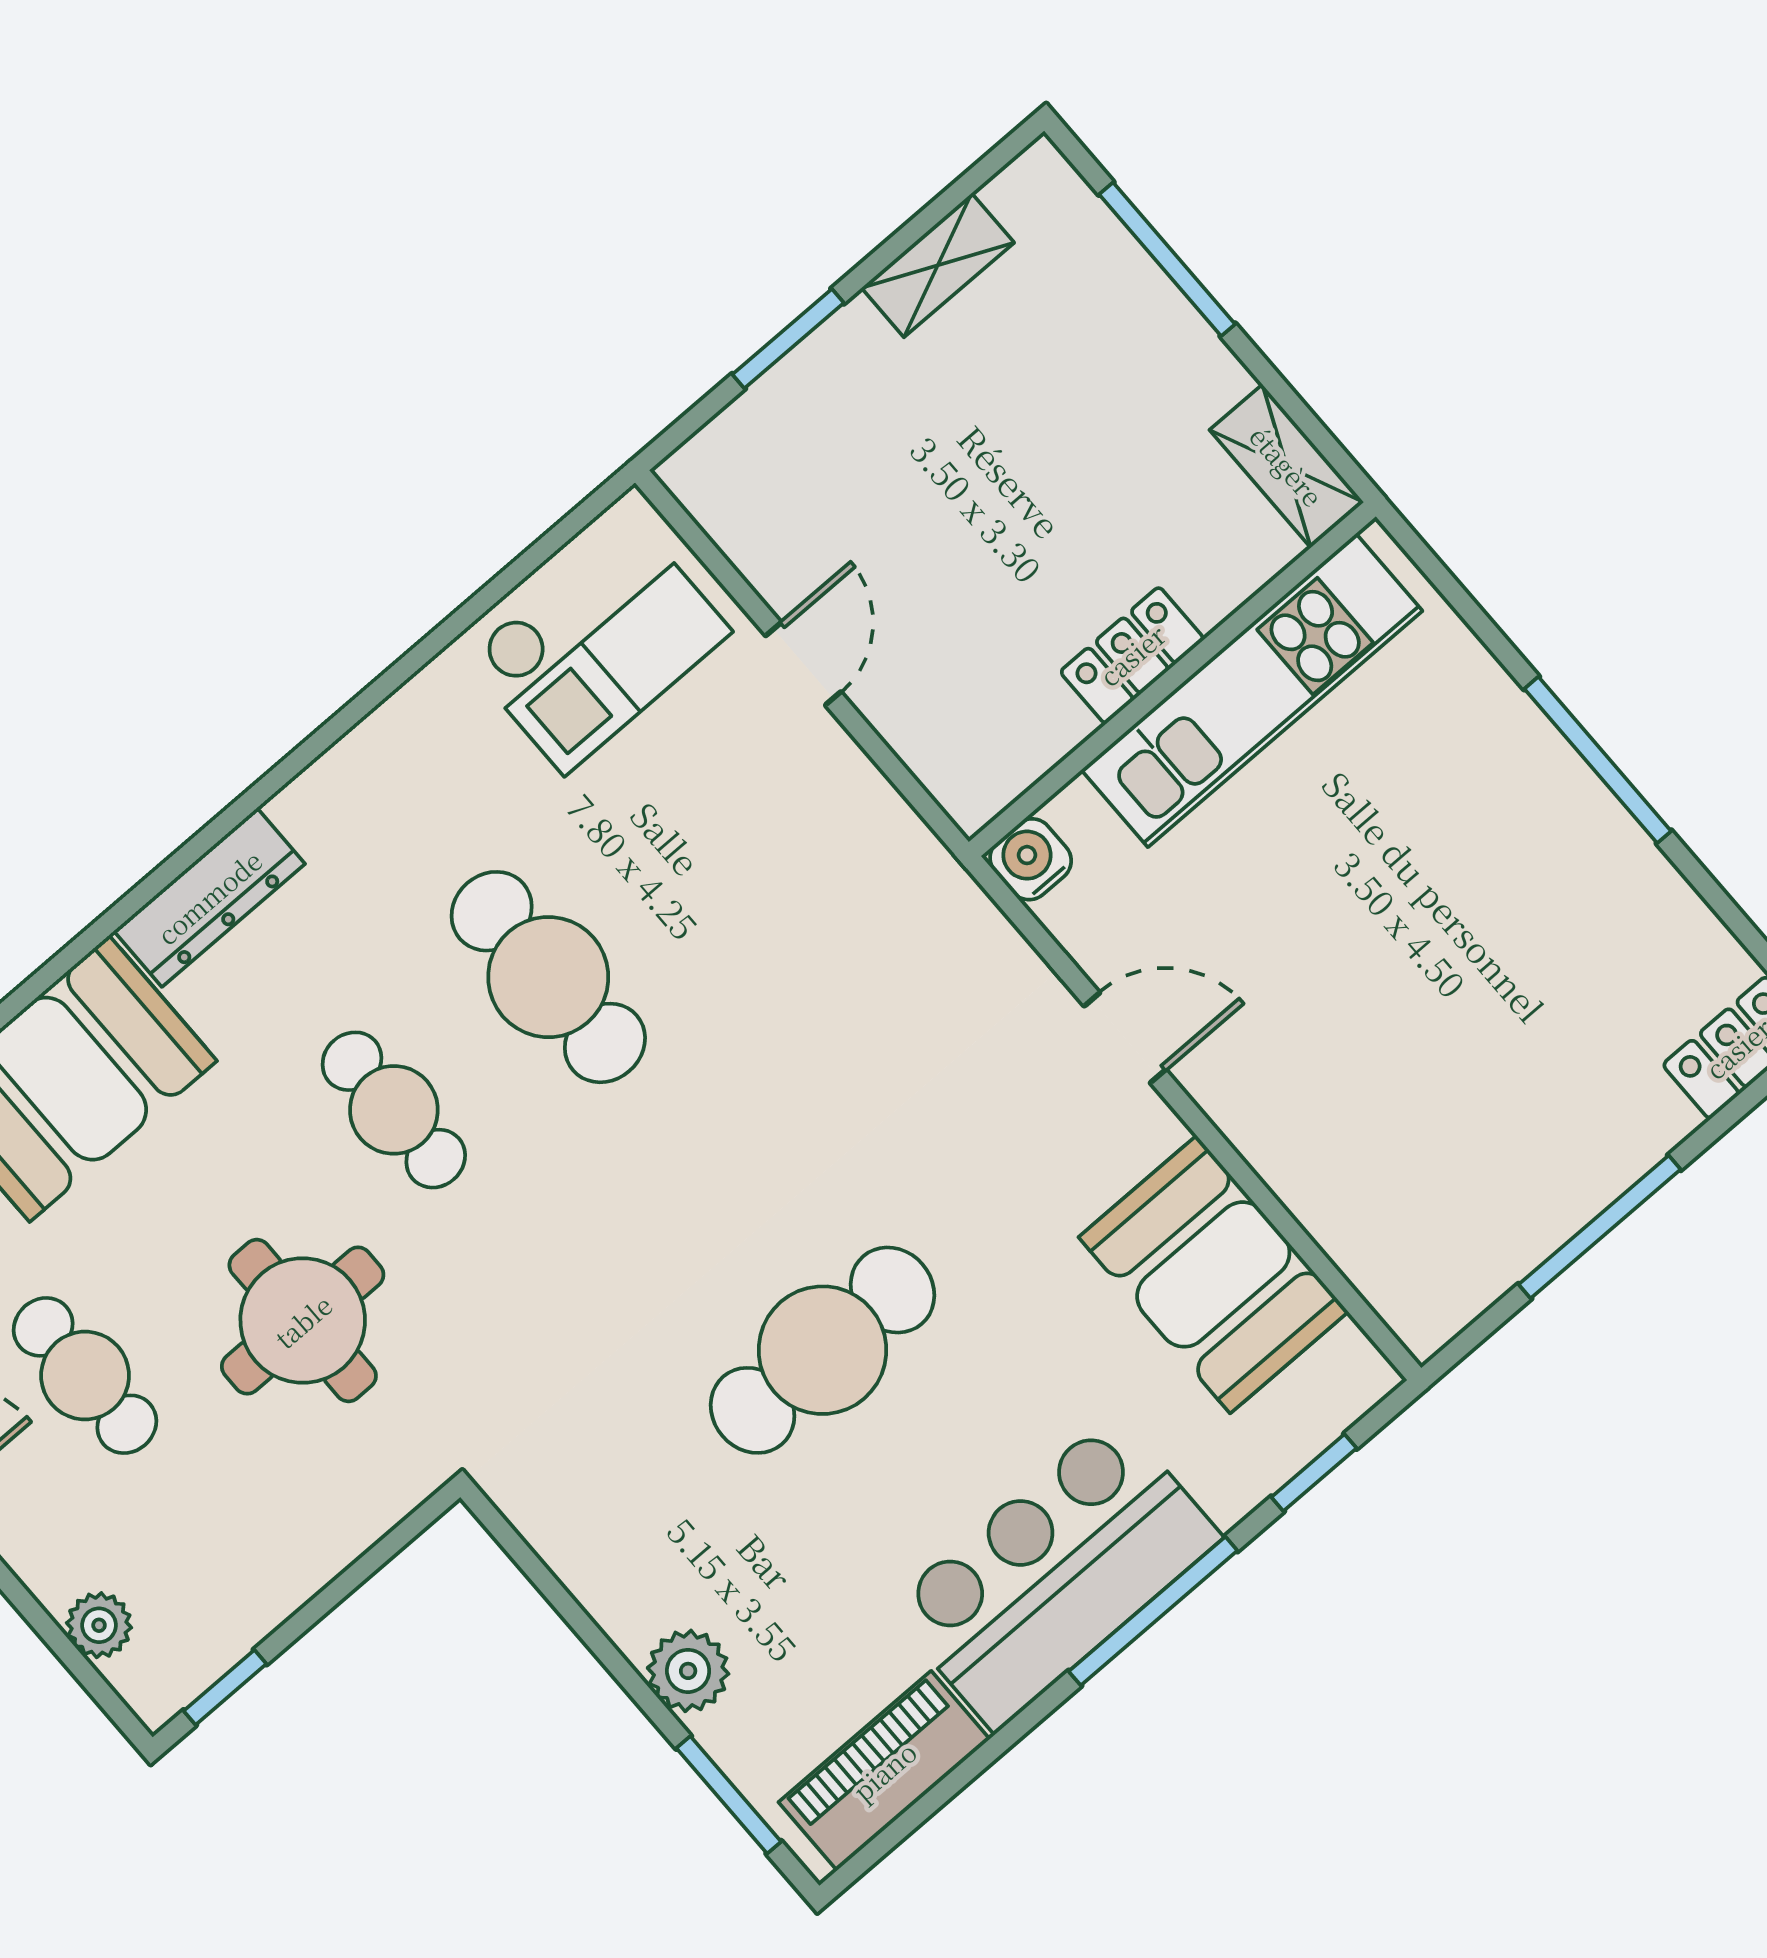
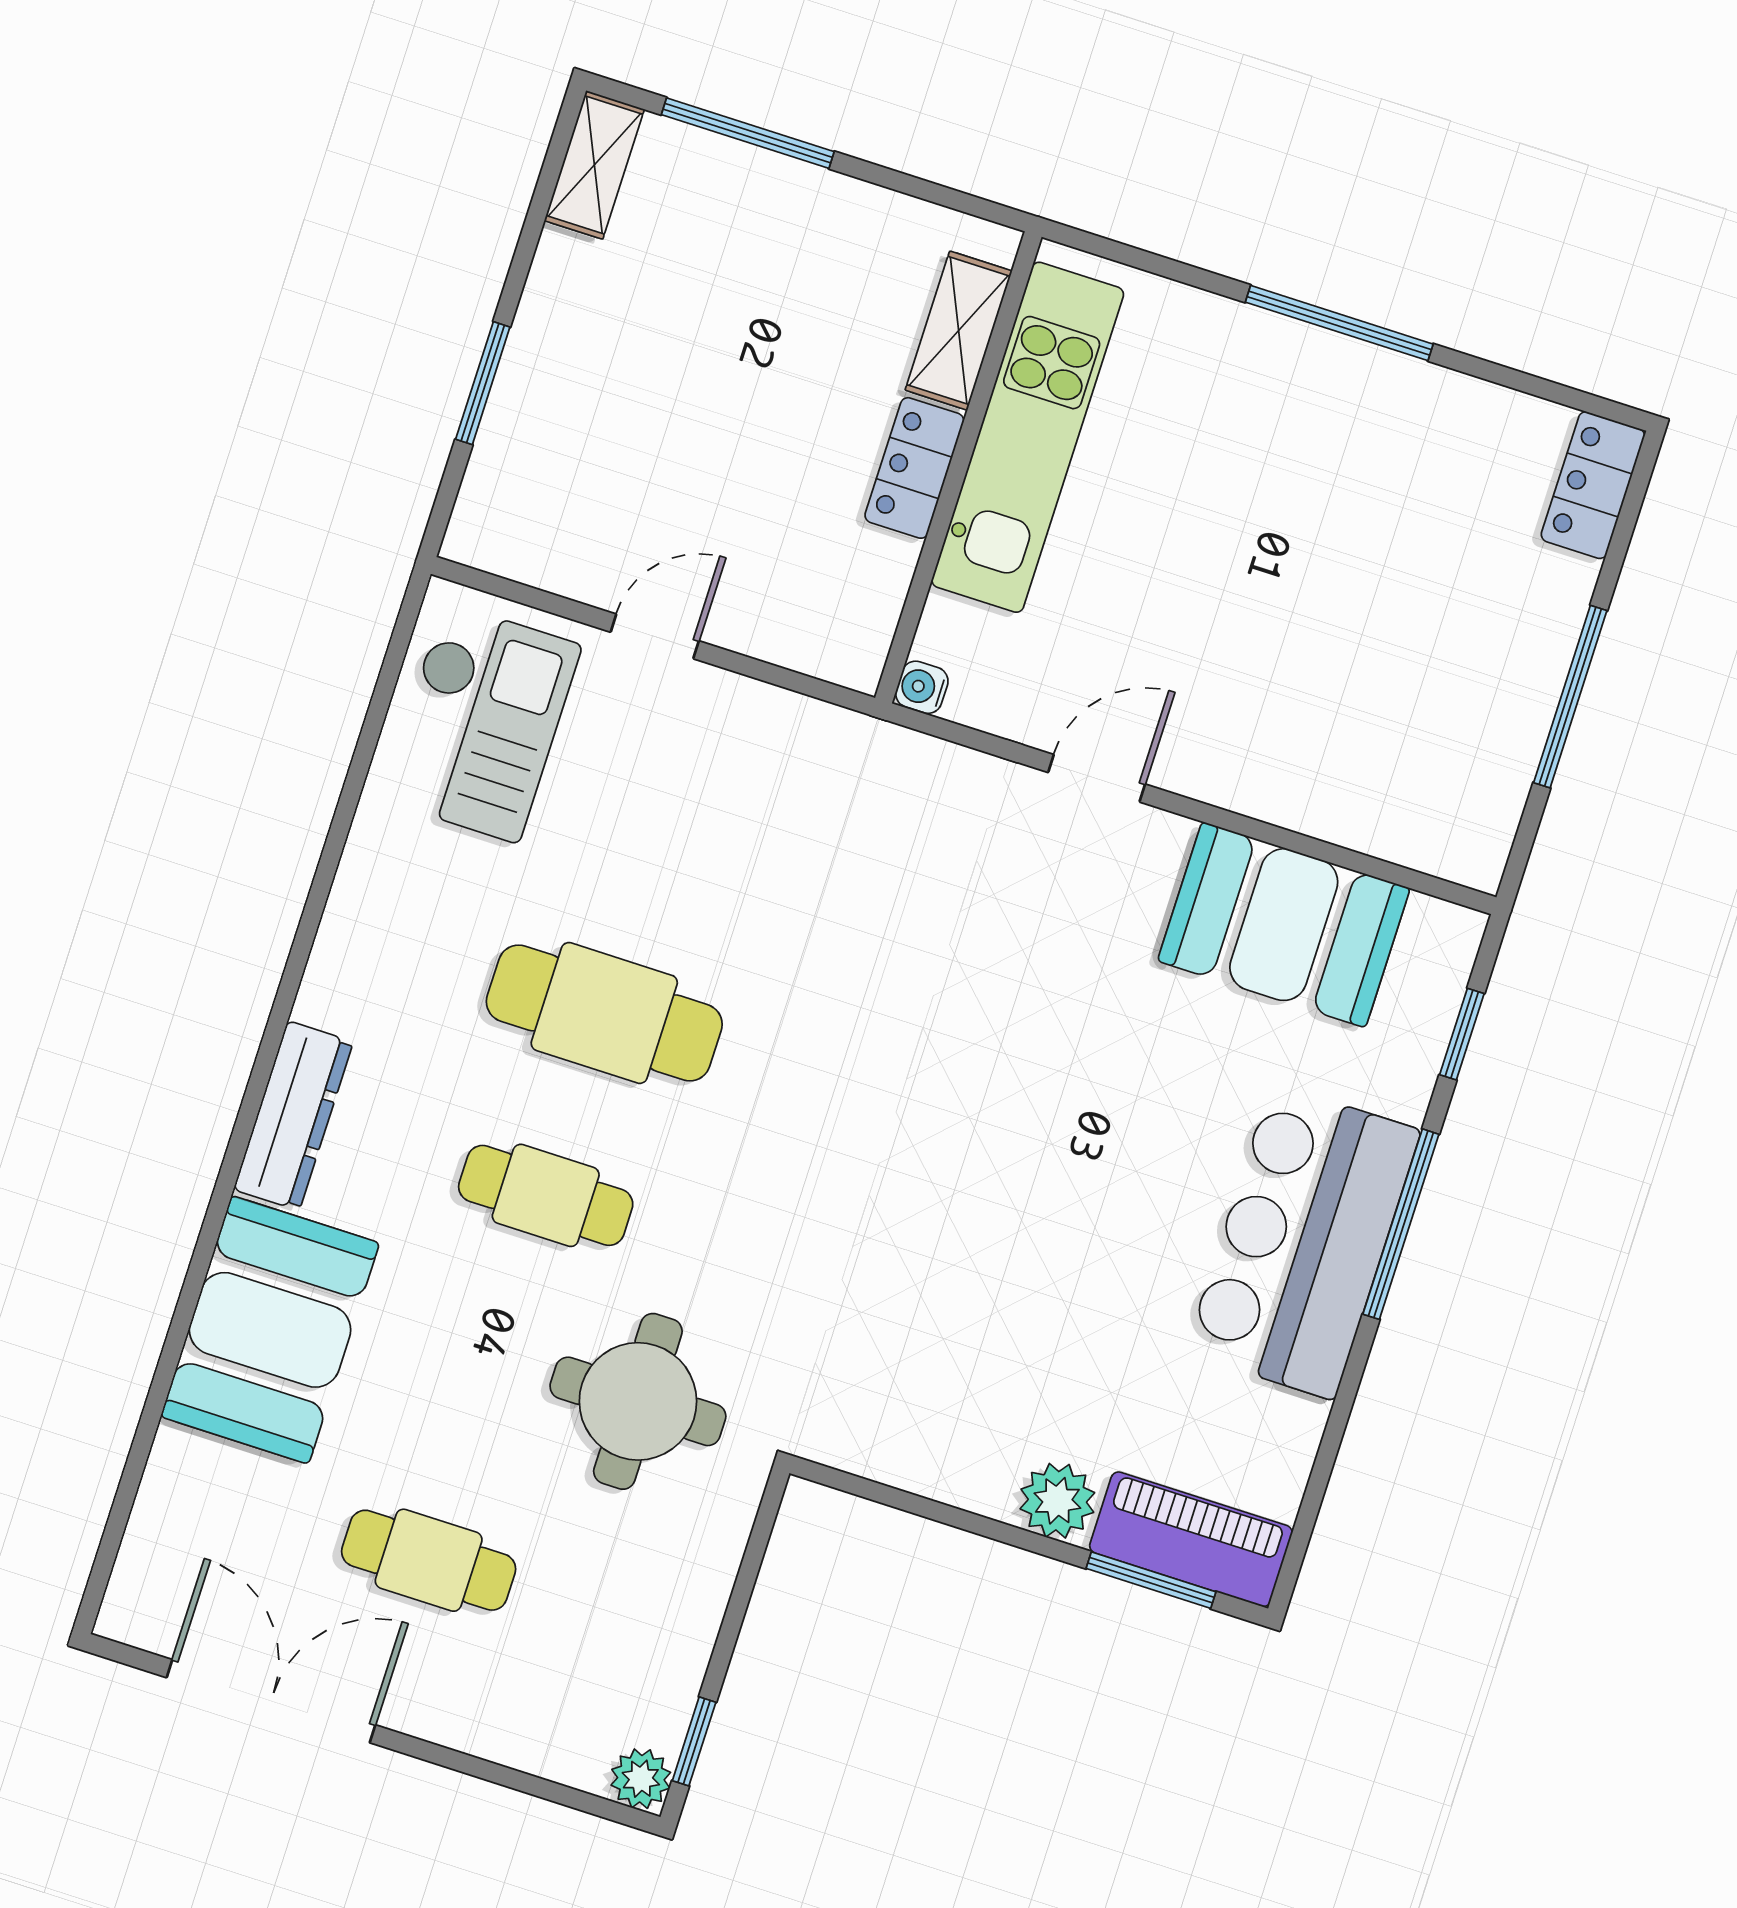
shelving: (938, 265) -> (594, 165), moved
shelving: (1287, 466) -> (959, 331), moved, turned 90
door: (803, 664) -> (655, 636), hinge flipped
water cooler: (1031, 859) -> (922, 687), width x0.72, depth x0.72
round table: (303, 1321) -> (638, 1401), moved
cafe table: (823, 1350) -> (1008, 1177), removed
plant: (99, 1625) -> (641, 1779), moved
piano: (884, 1771) -> (1191, 1539), moved, turned 90

